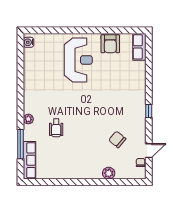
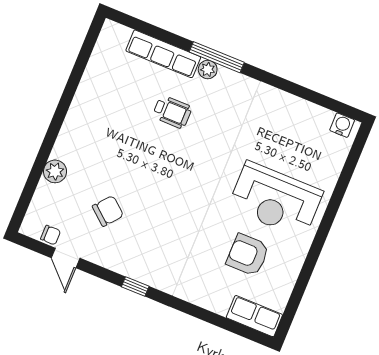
armchair: (110, 44) -> (248, 255), moved
wheelchair: (56, 128) -> (172, 112), turned 180
window: (20, 144) -> (217, 57), moved
row of seats: (30, 160) -> (163, 54), moved

